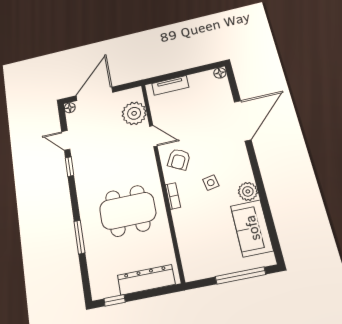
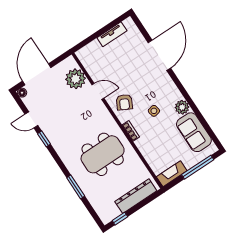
floor lamp: (220, 73) -> (128, 22), removed
tv unit: (170, 85) -> (112, 34), moved
fireplace: (203, 270) -> (172, 174), added

